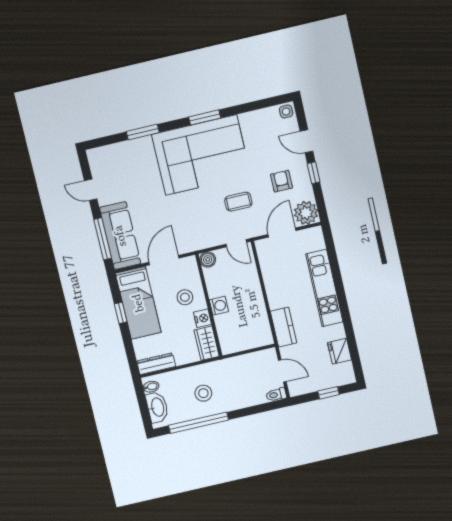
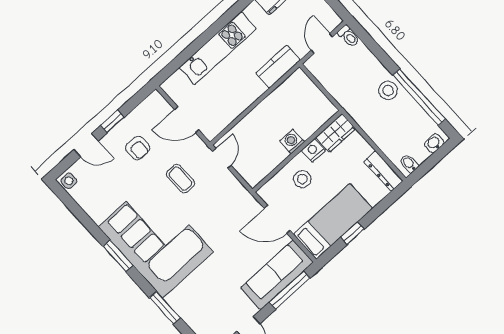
door: (307, 141) -> (86, 145), hinge flipped
armchair: (281, 181) -> (138, 148), turned -90
plant: (306, 213) -> (155, 107), removed
boiler: (208, 260) -> (253, 177), removed
stool: (203, 393) -> (388, 90), moved
washbasin: (157, 407) -> (434, 143), width x0.52, depth x0.69

